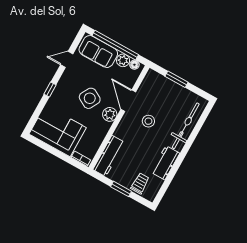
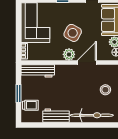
stool: (148, 121) -> (105, 90), moved

